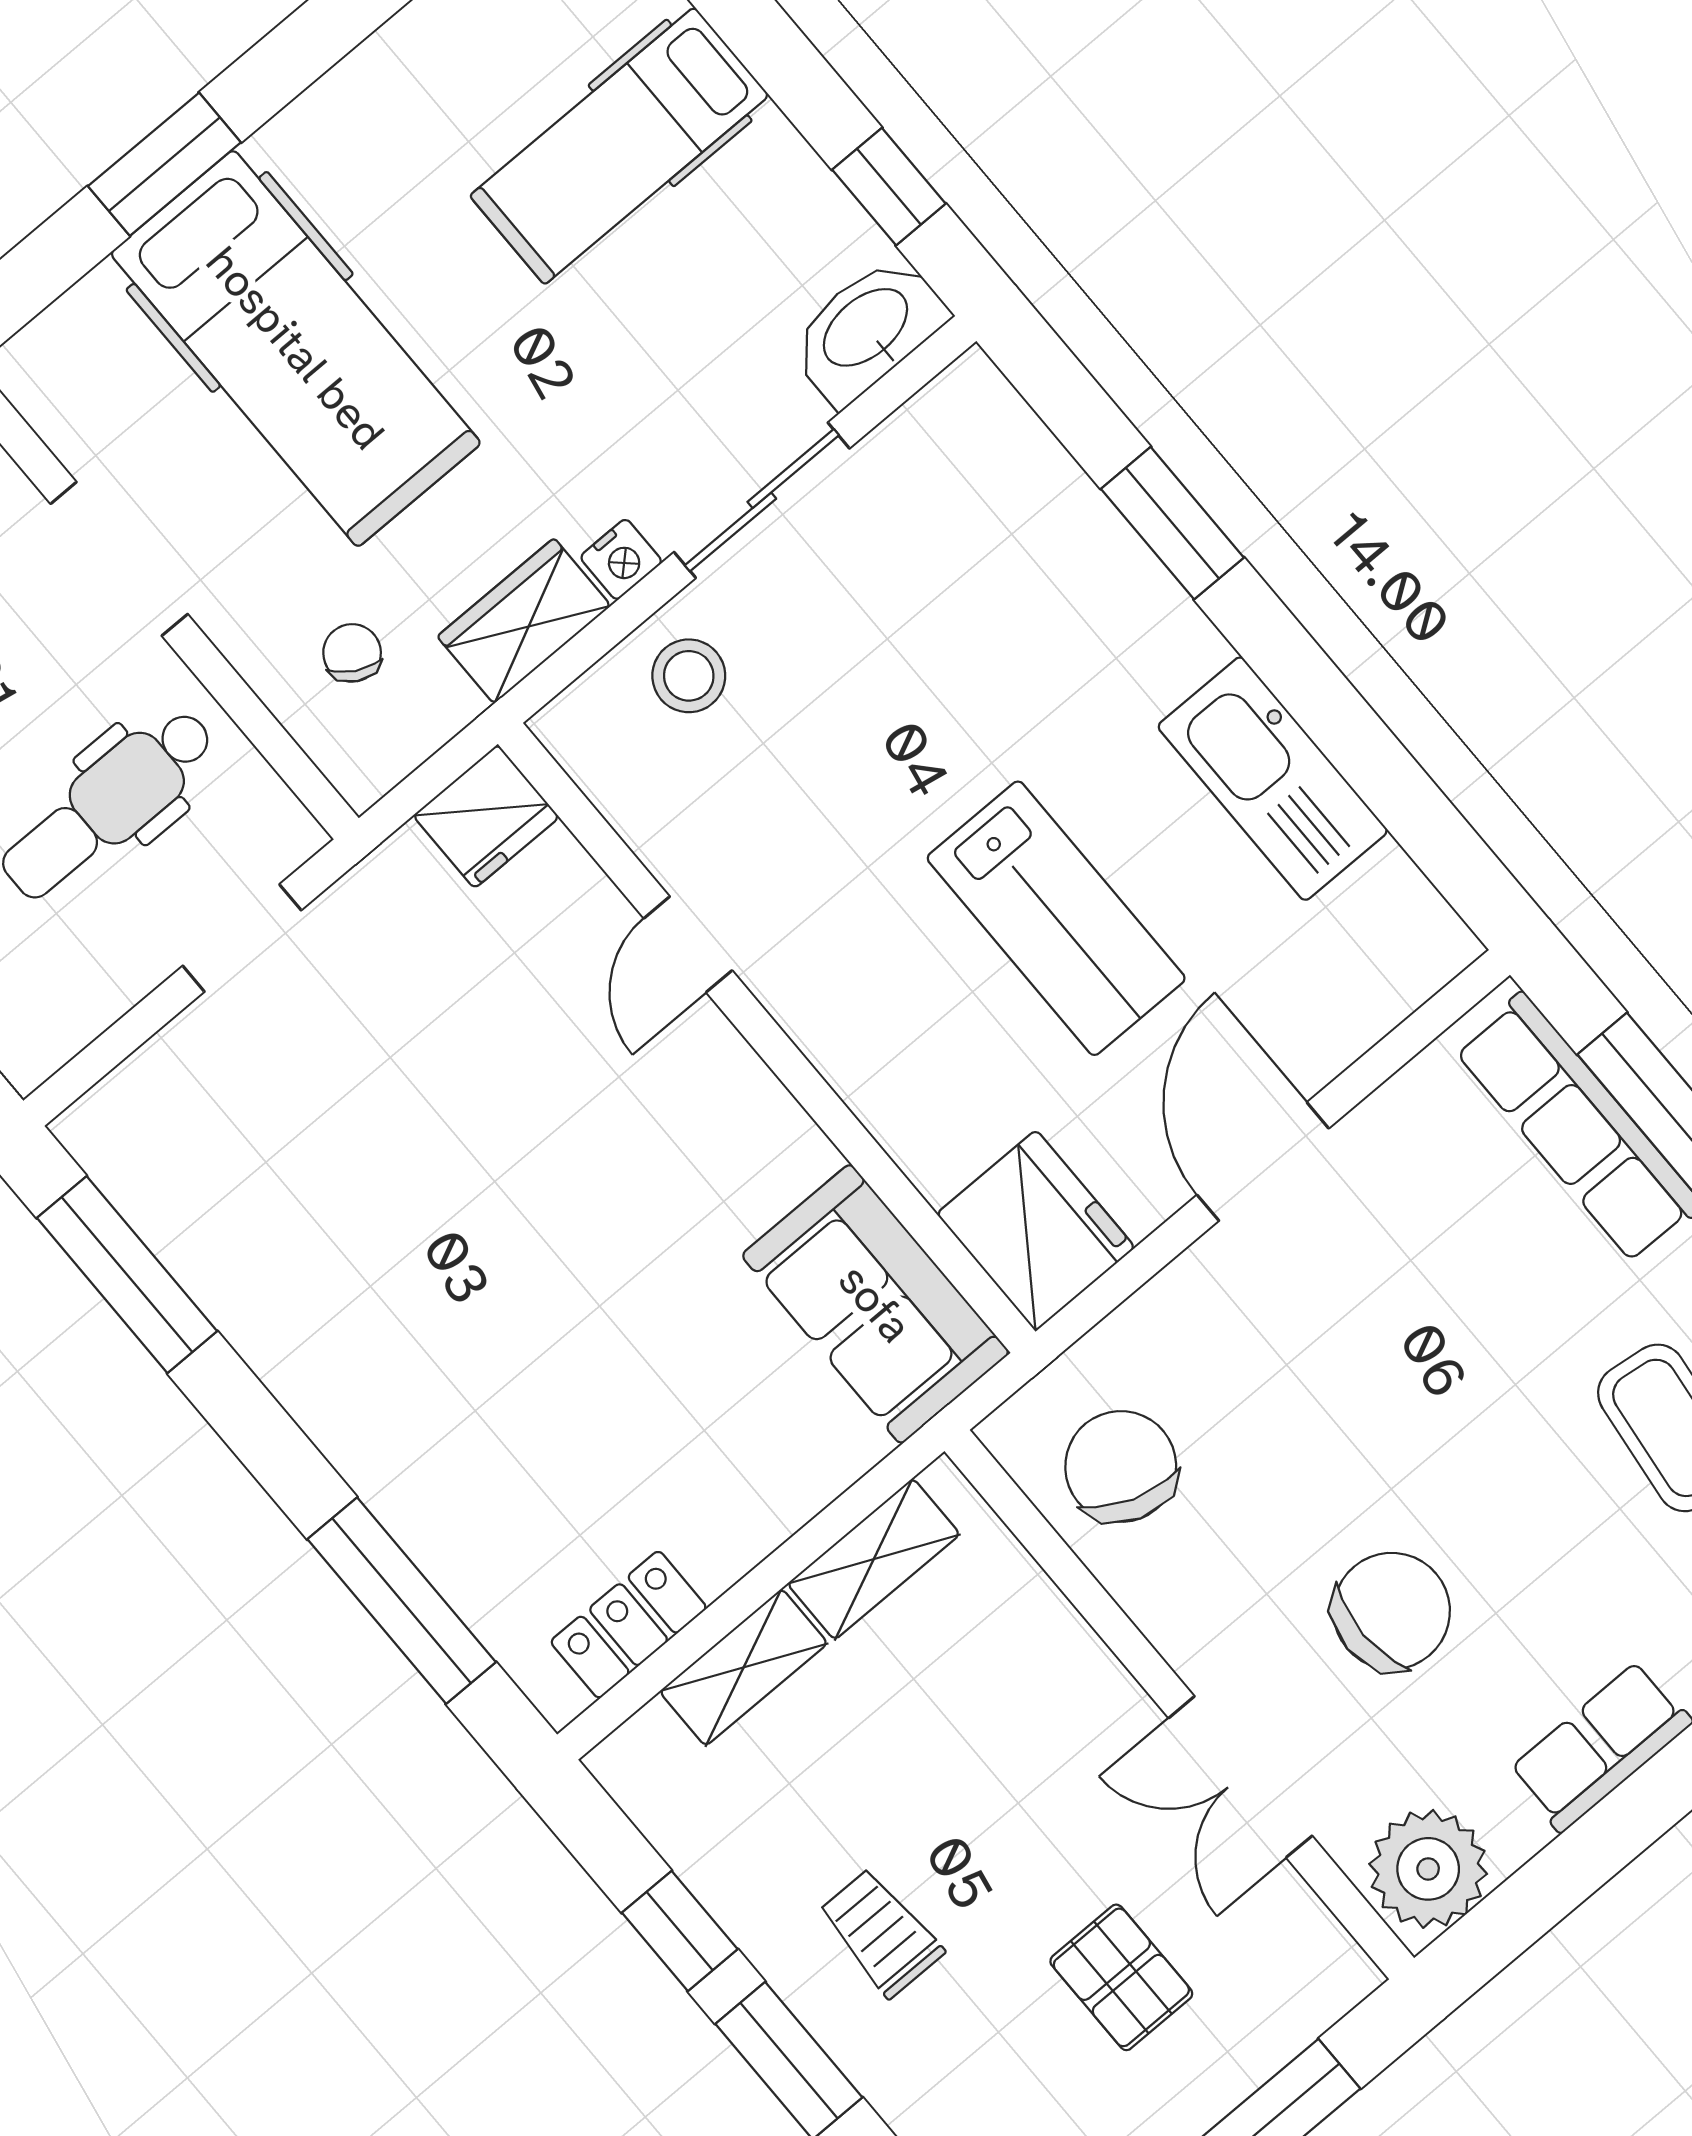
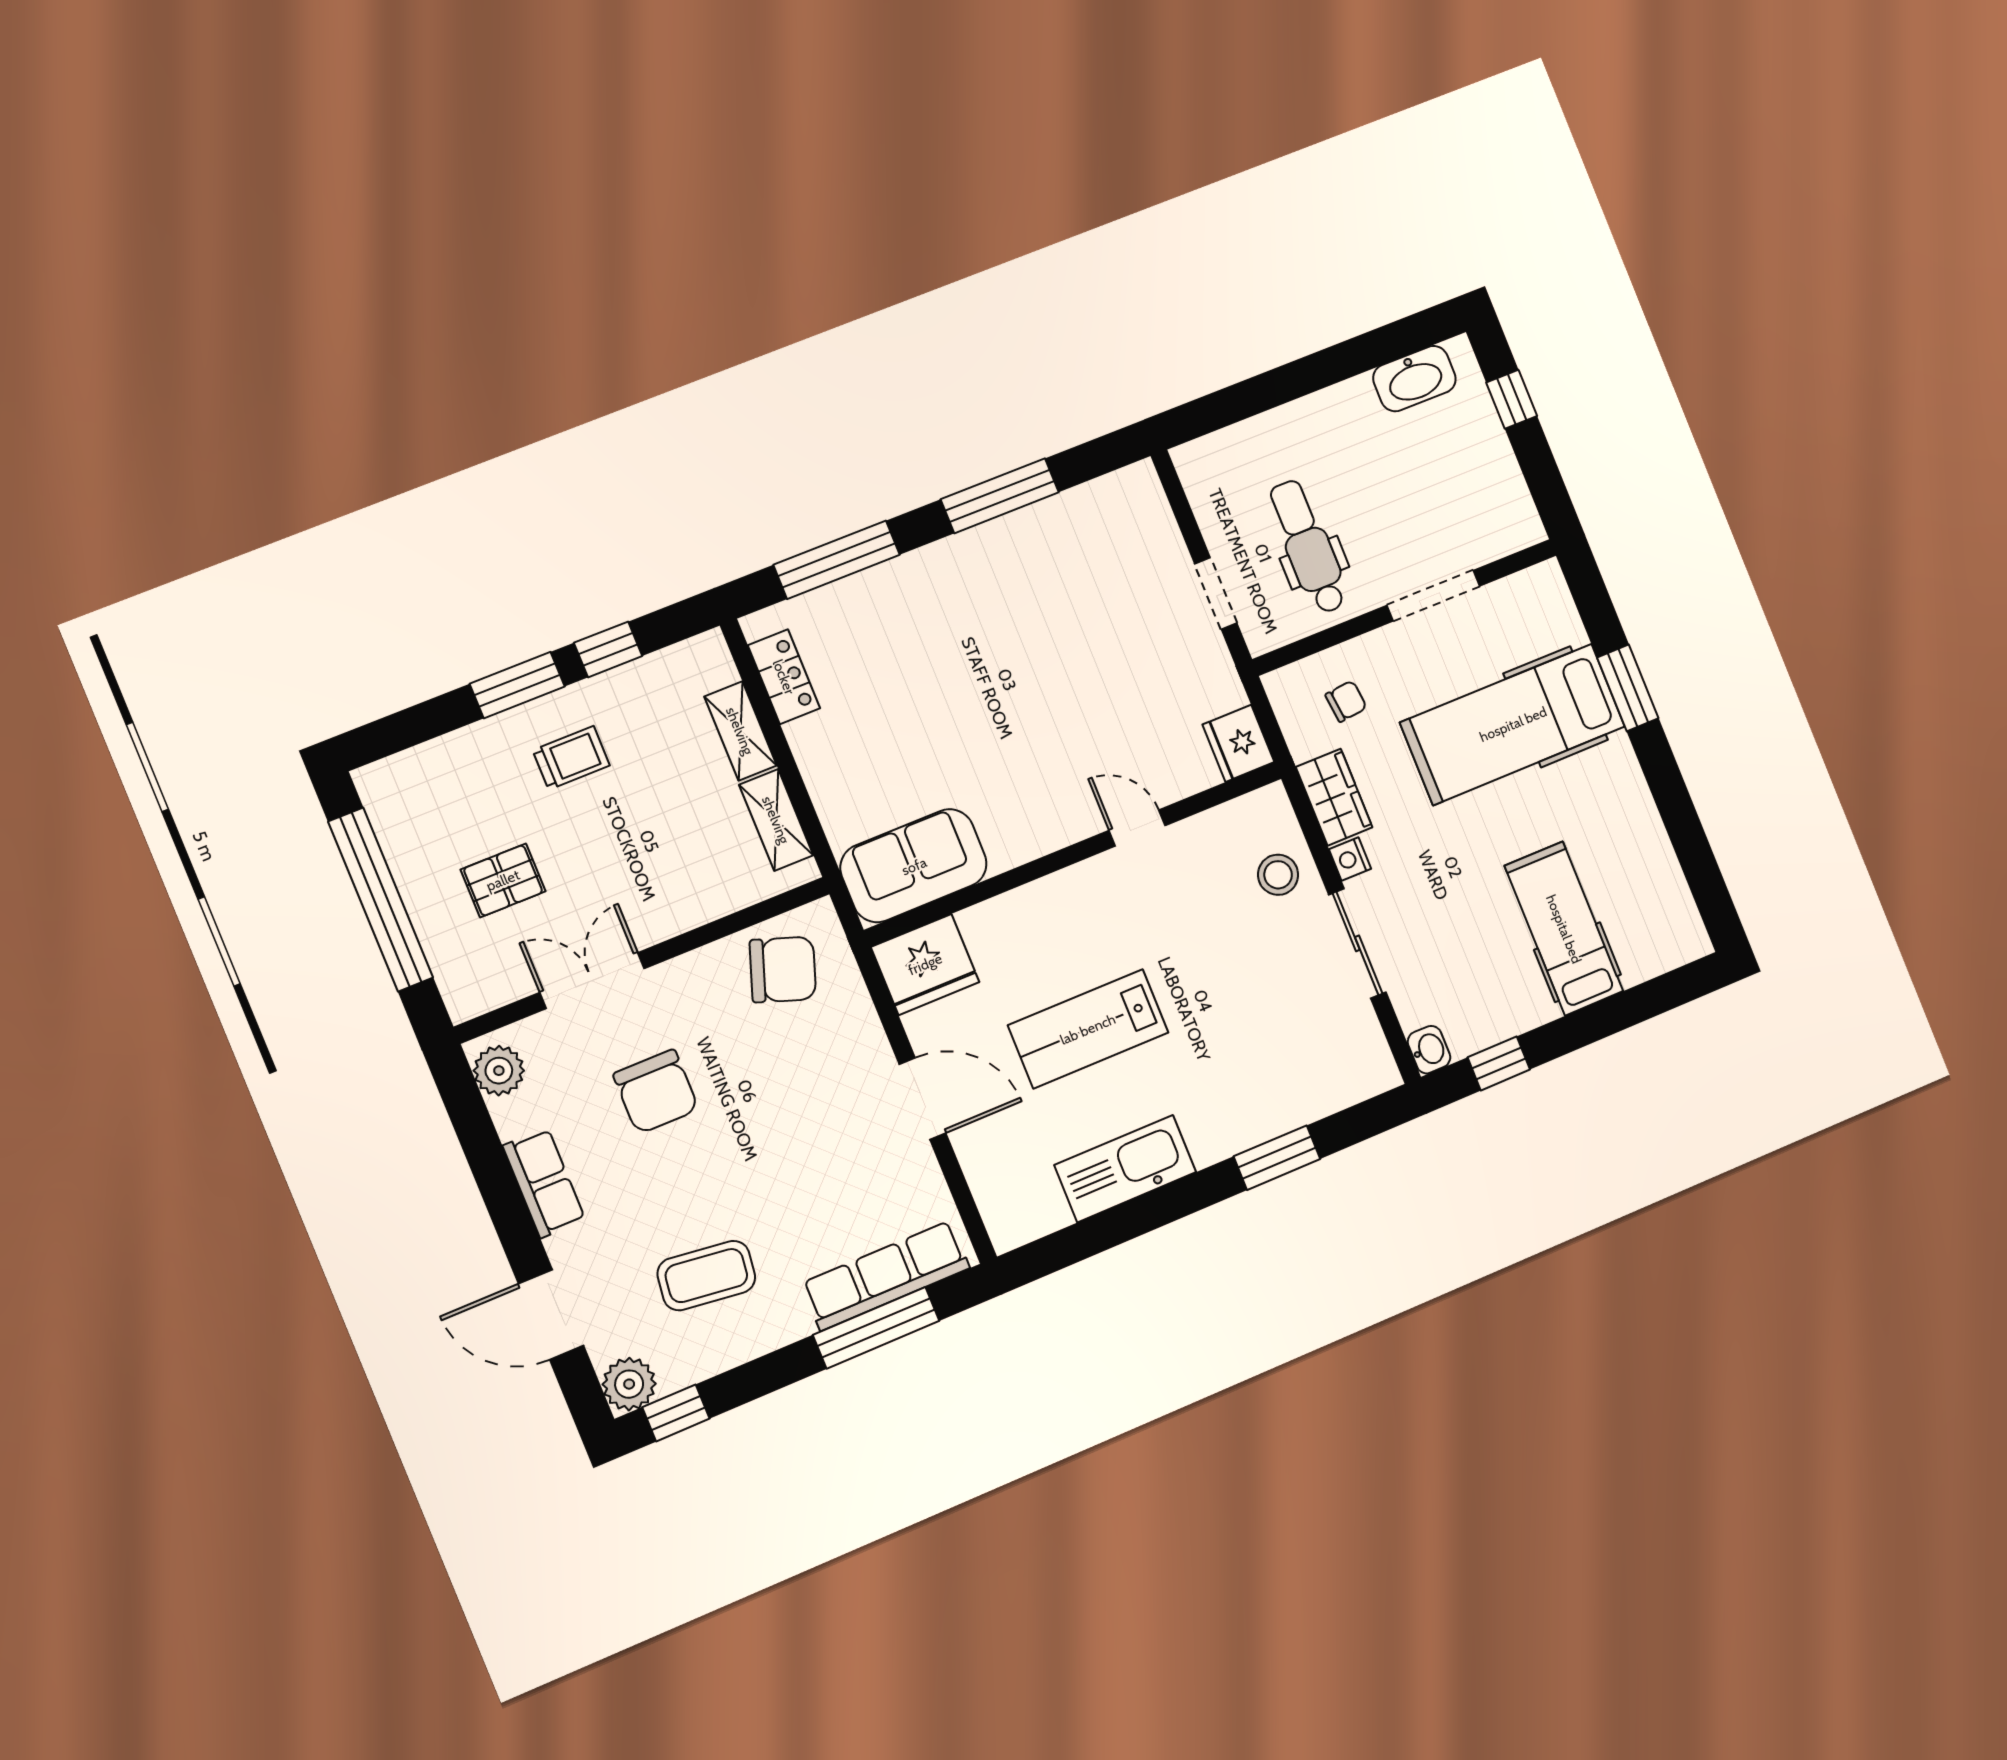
washbasin: (867, 329) -> (1429, 1050), width x0.52, depth x0.69
chair: (352, 653) -> (1346, 701), turned -35
window: (127, 1275) -> (1000, 496), moved
plant: (1428, 1869) -> (499, 1071), width x0.73, depth x0.73

